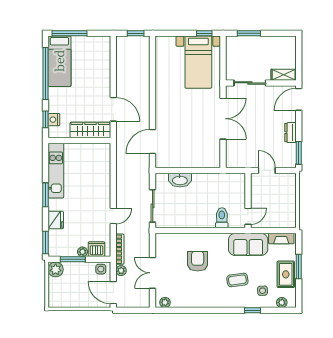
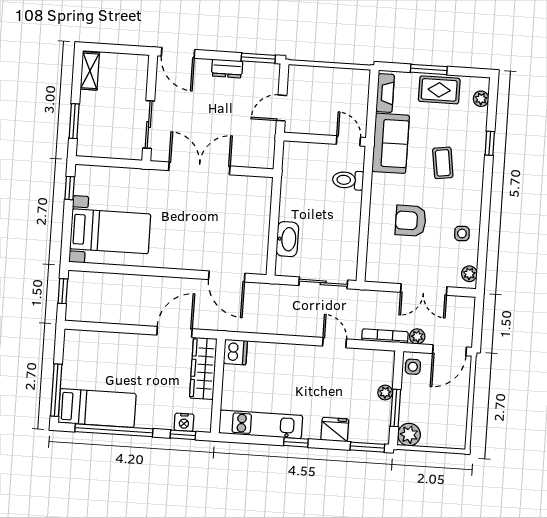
bed with nightstands: (198, 62) -> (110, 231), moved
shelving: (284, 75) -> (90, 71), moved
window: (45, 195) -> (296, 442), width x0.67
dishwasher: (96, 249) -> (235, 352), moved, turned 180
side table: (263, 291) -> (462, 233), moved

